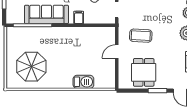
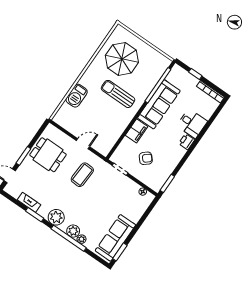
filing cabinet: (79, 17) -> (136, 131), width x2.00
sun lounger: (60, 51) -> (118, 94), added
door: (117, 52) -> (83, 144), hinge flipped

